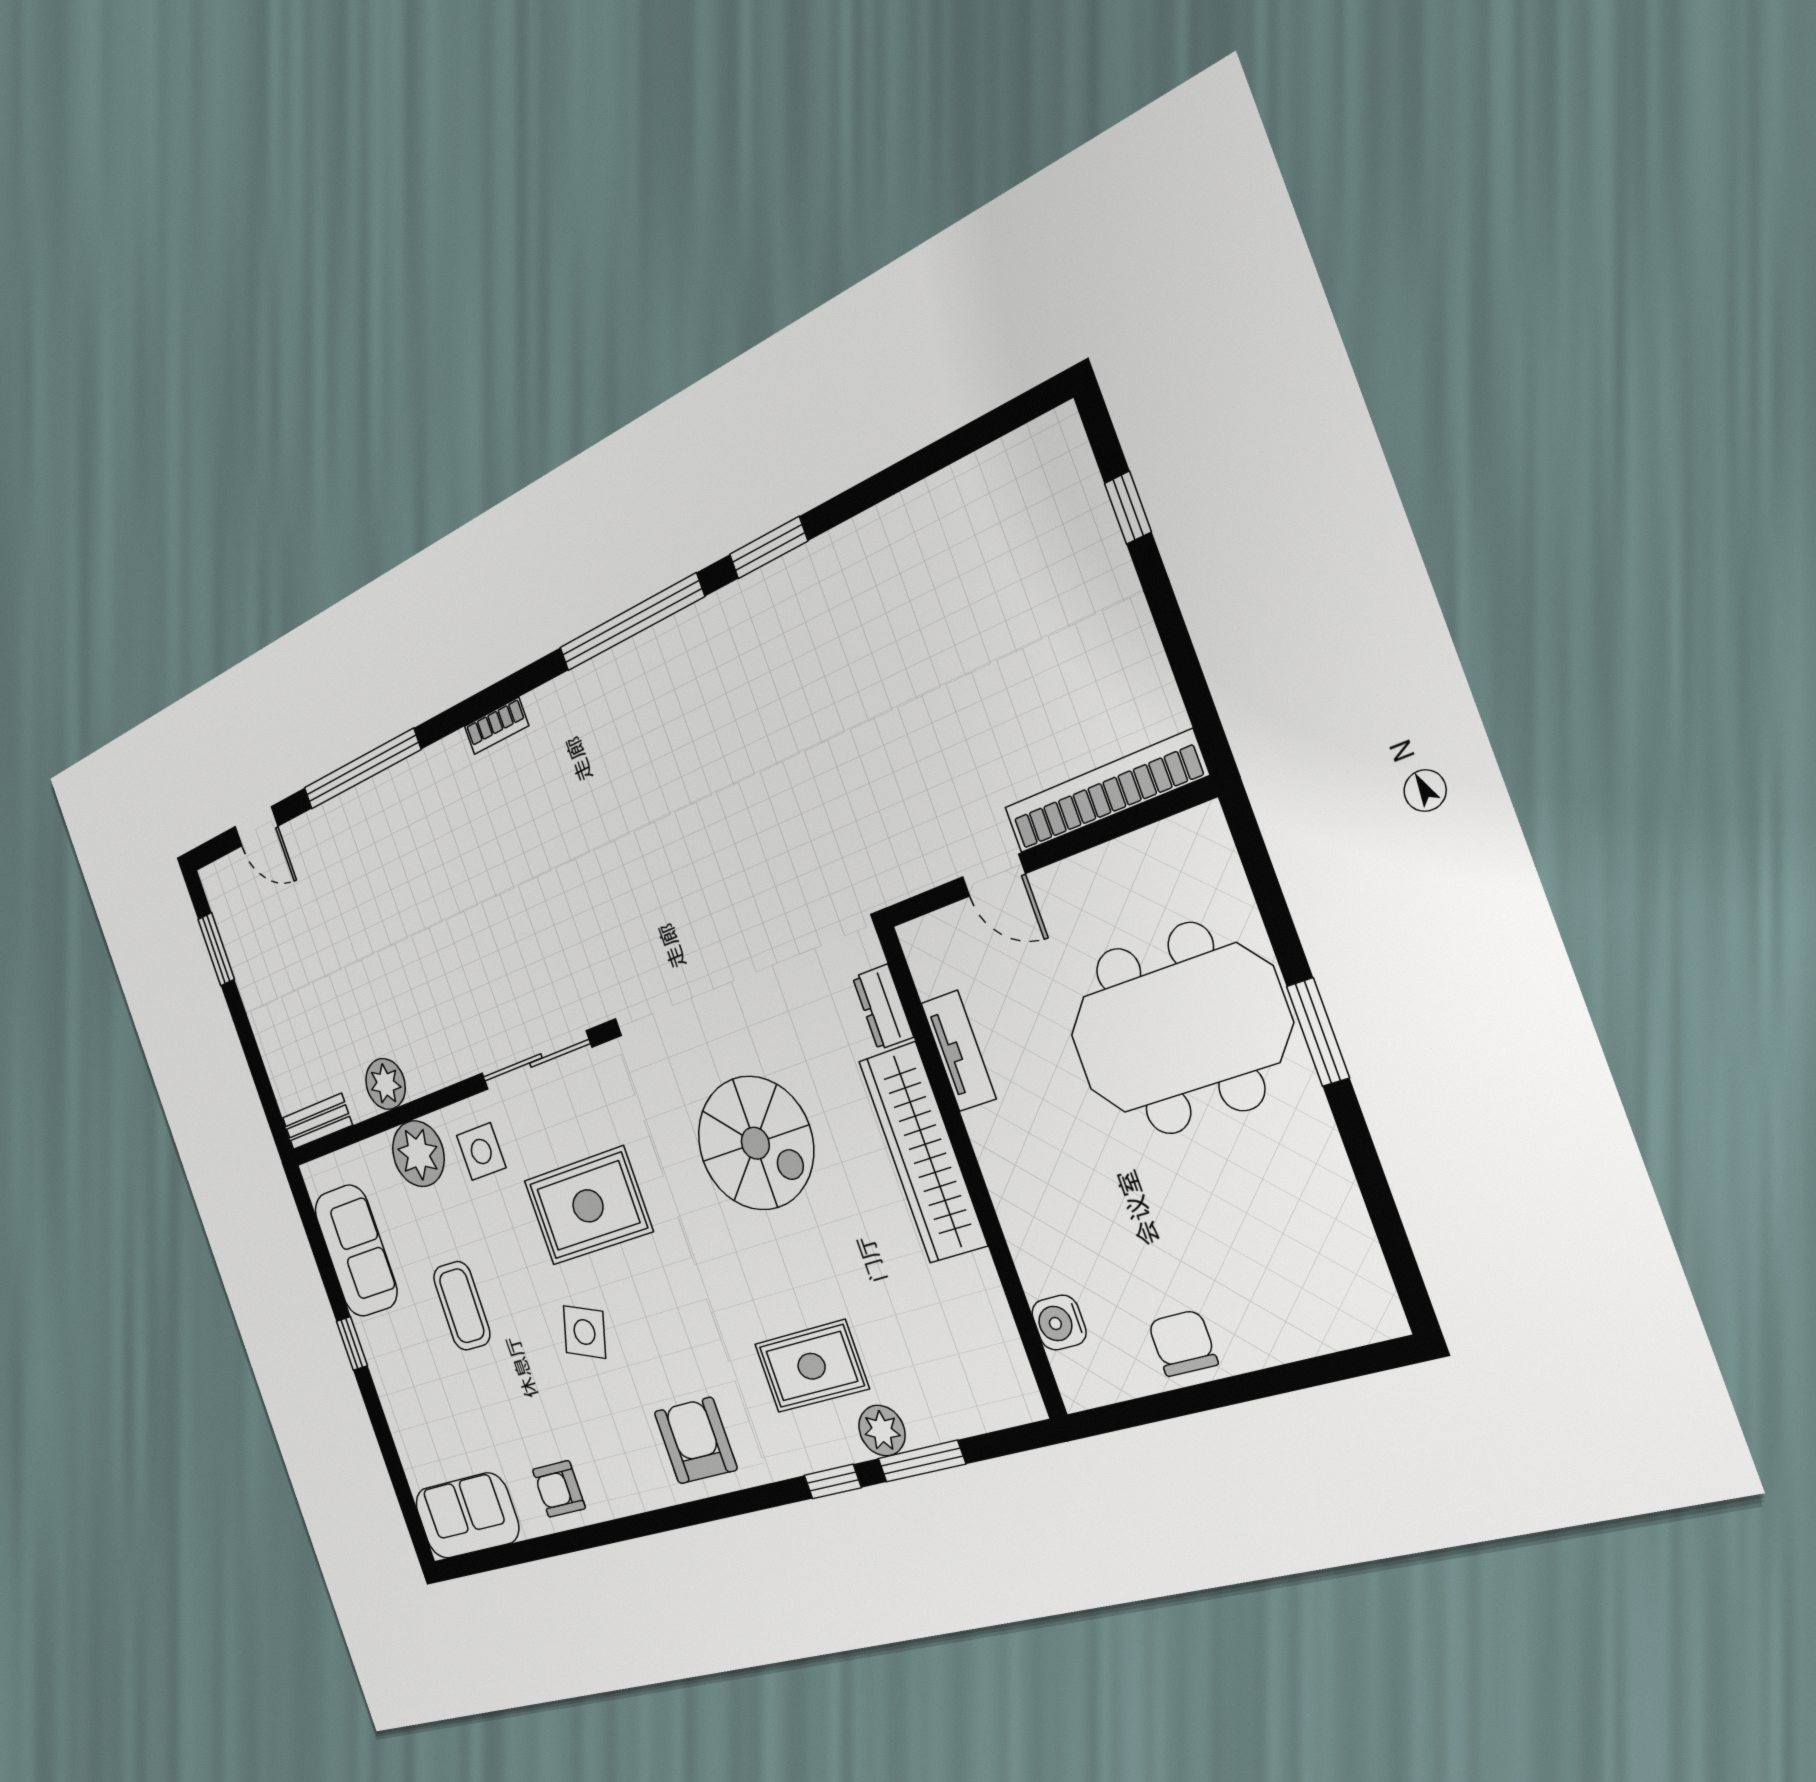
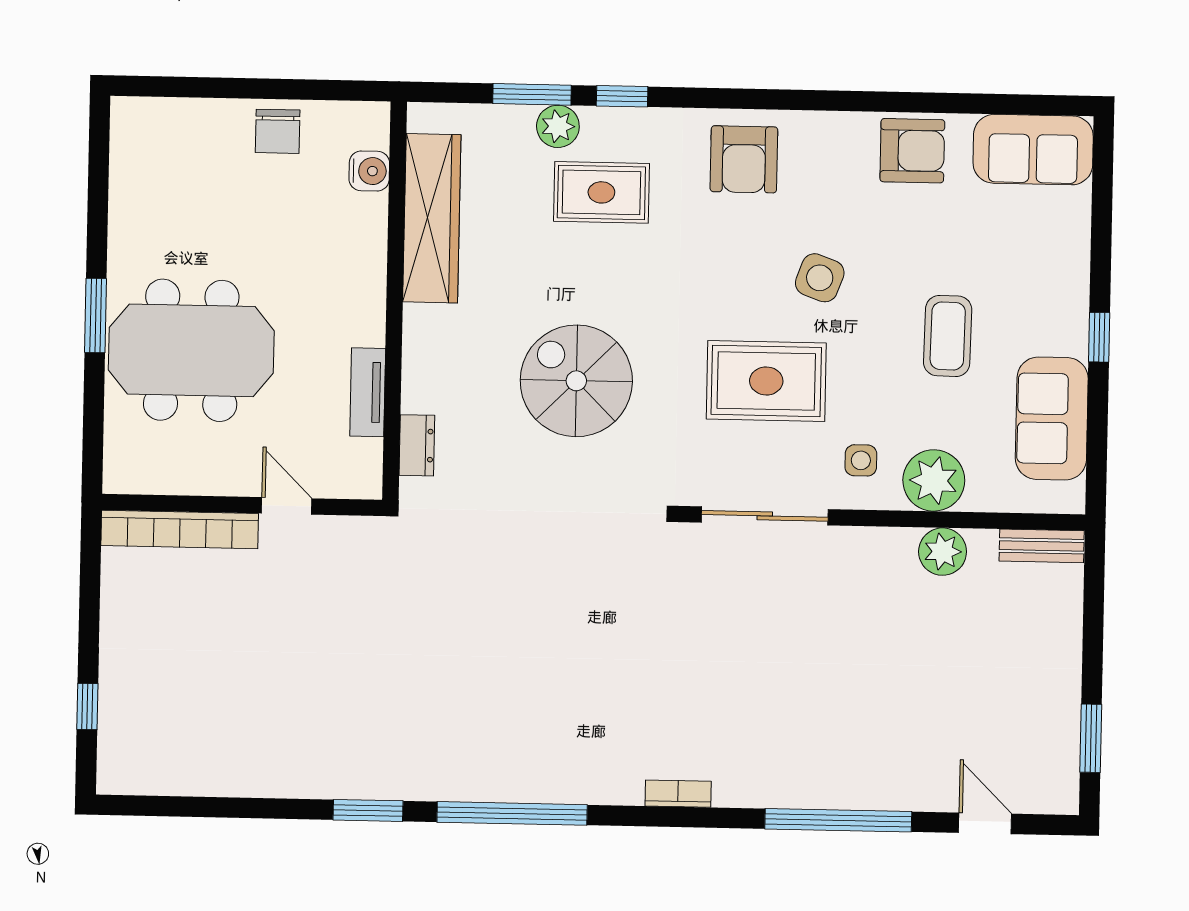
side table: (481, 1151) -> (861, 460), width x0.73, depth x0.73
wardrobe: (923, 1153) -> (432, 218), moved
armchair: (559, 1489) -> (912, 151), width x1.38, depth x1.38

